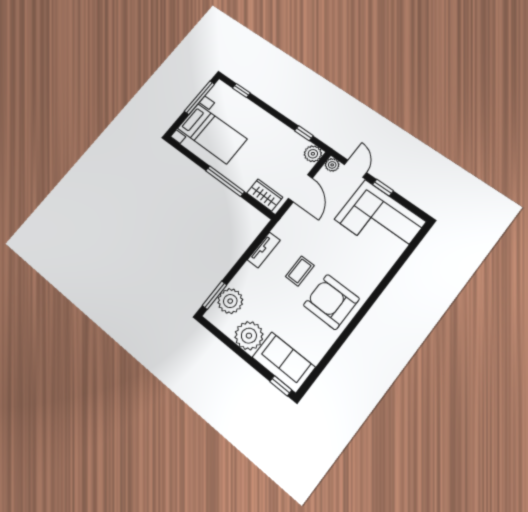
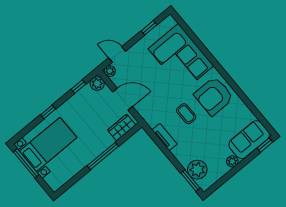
window: (241, 90) -> (48, 112), moved
bed with nightstands: (212, 134) -> (48, 144), moved
window: (383, 188) -> (149, 28), moved
corner sofa: (380, 220) -> (181, 57), moved, turned 90
plant: (249, 336) -> (232, 161), width x0.53, depth x0.53

